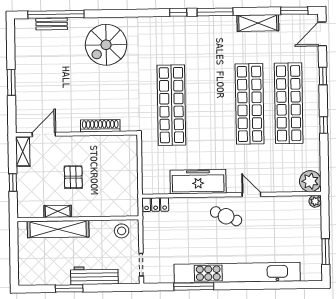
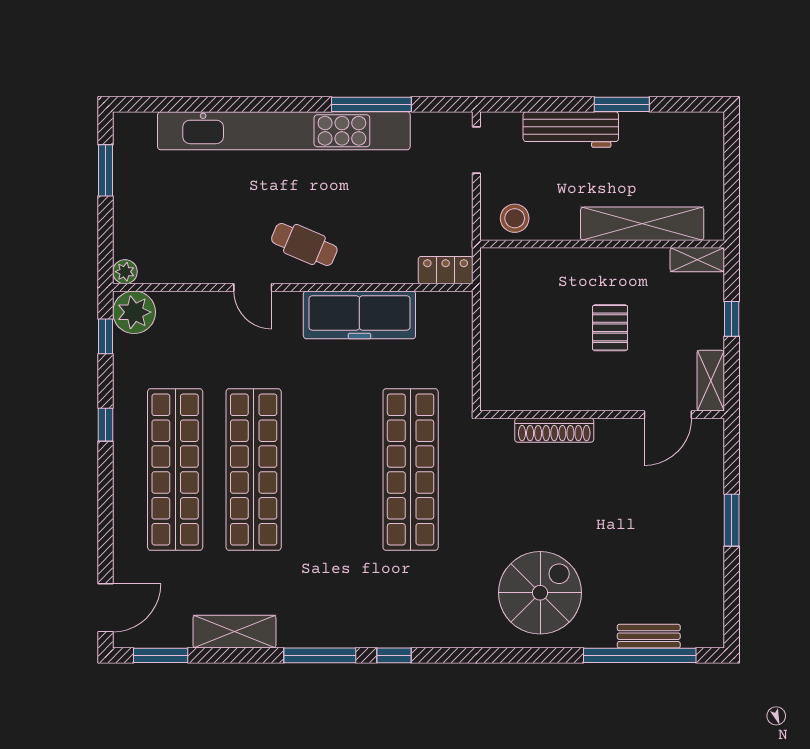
window: (323, 76) -> (106, 336), moved
shelving: (58, 211) -> (697, 260), moved

